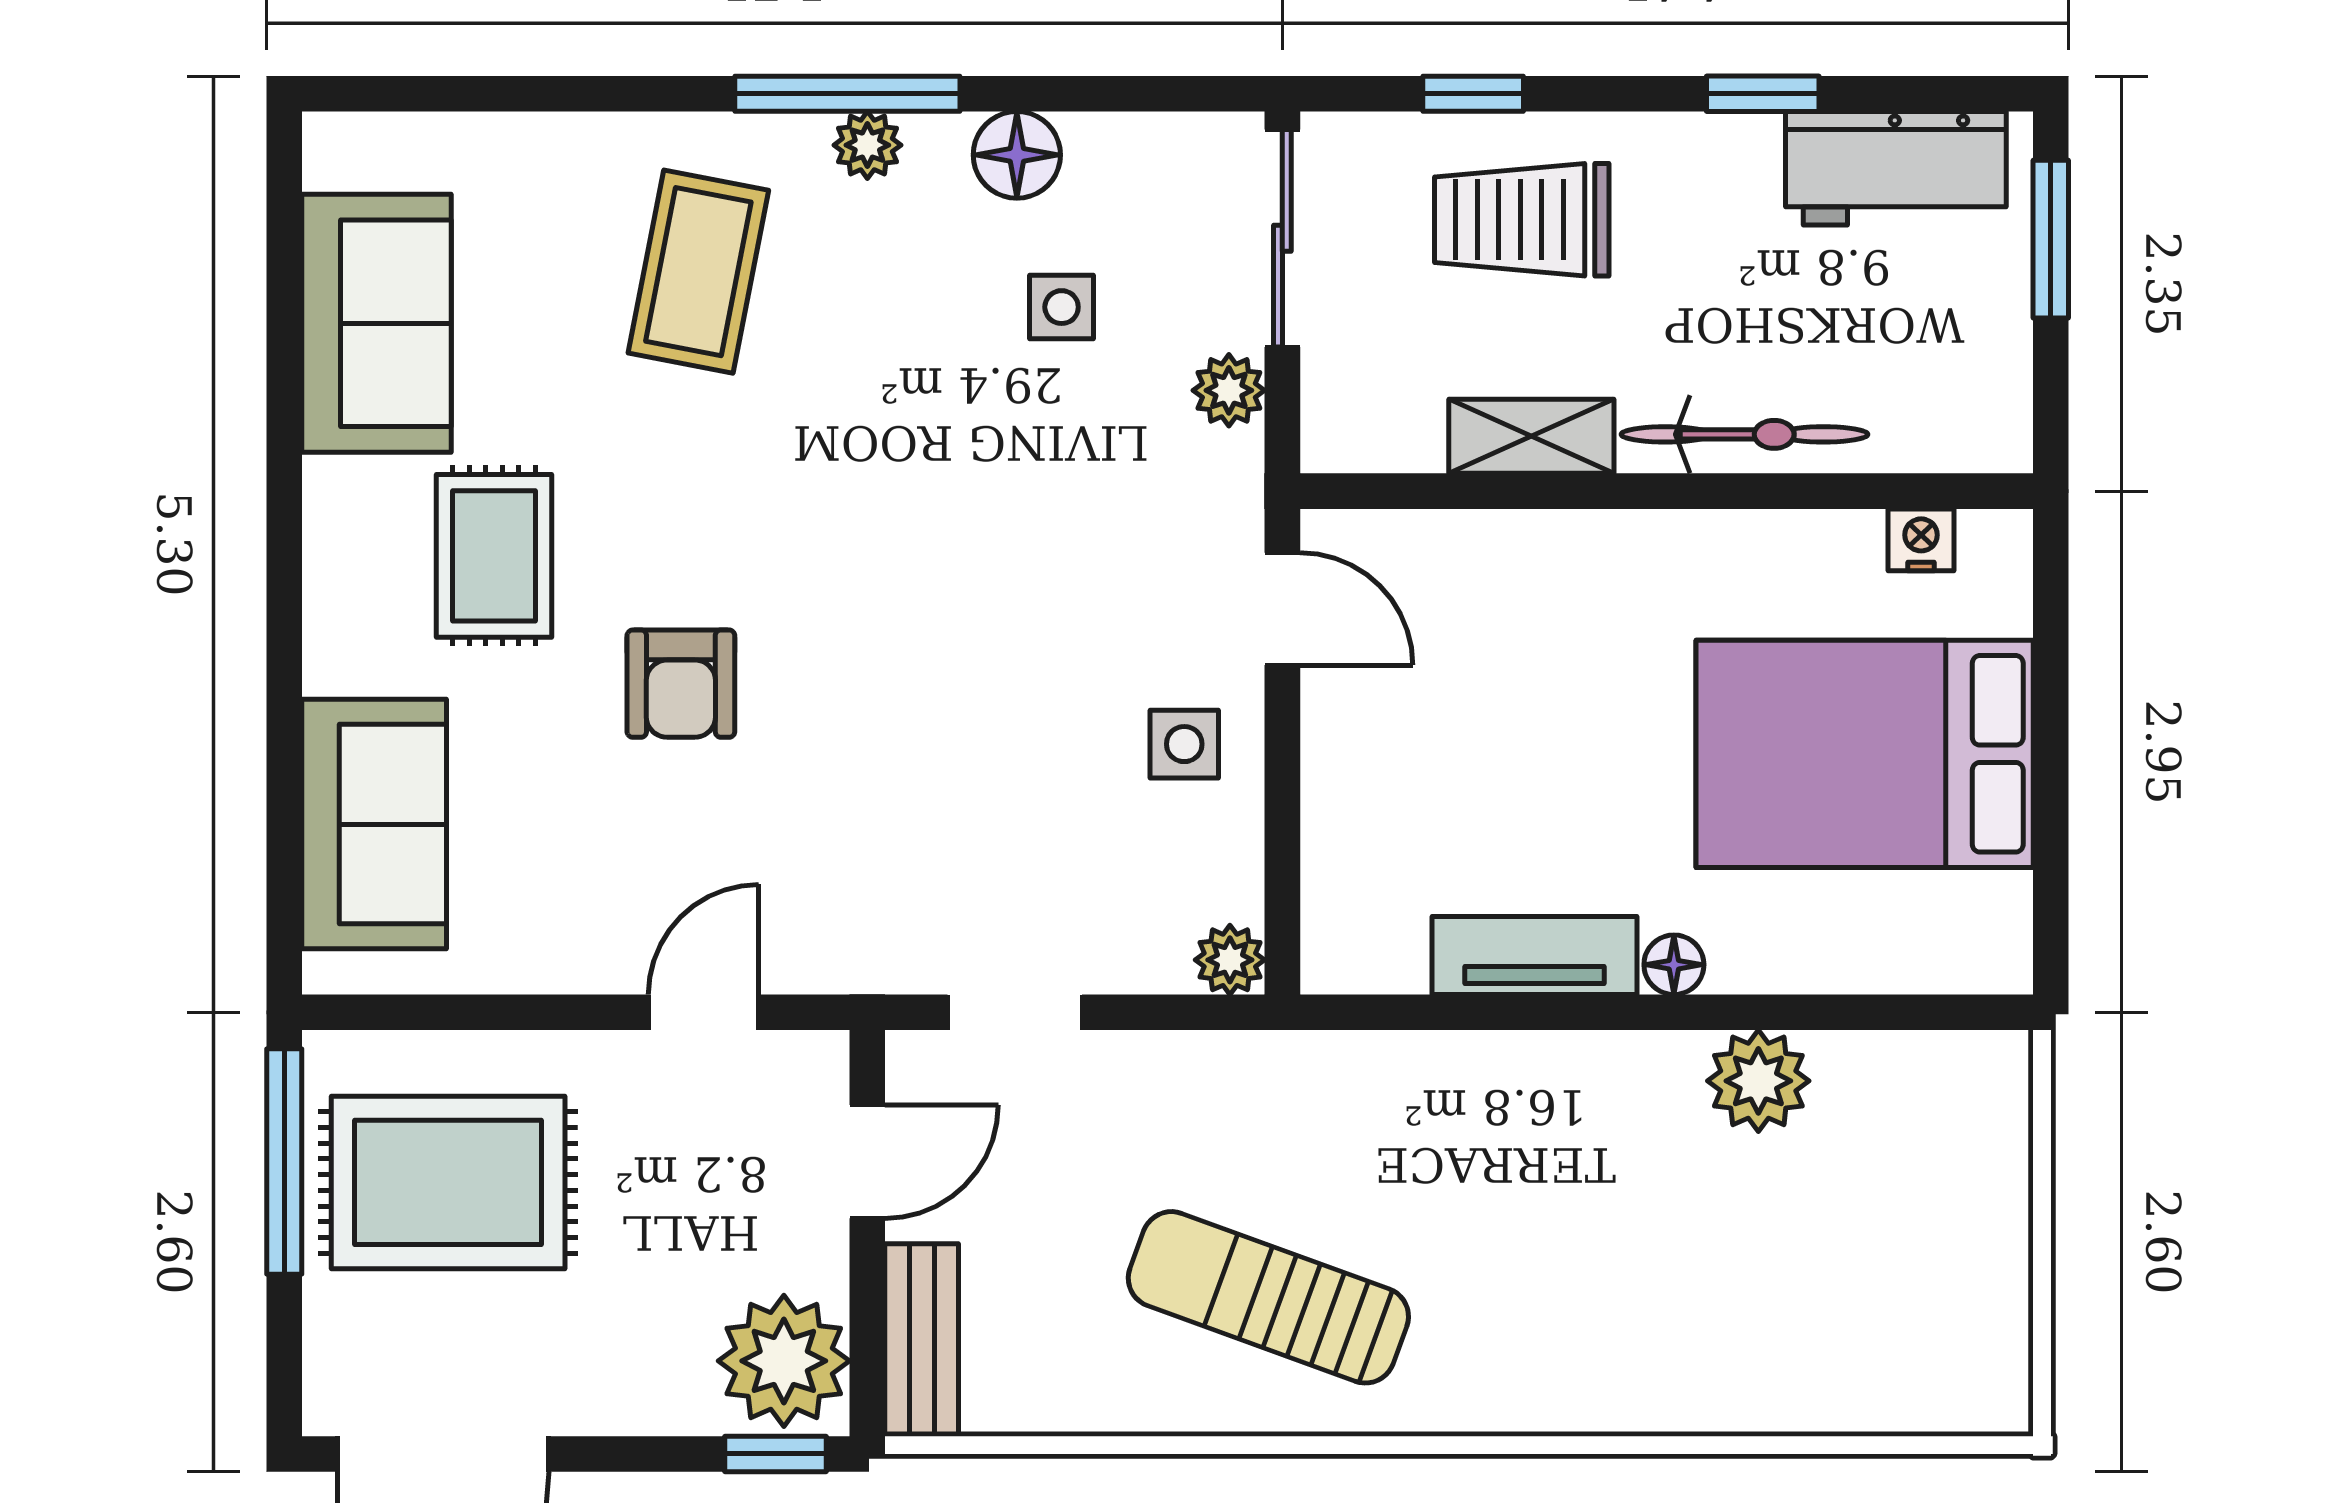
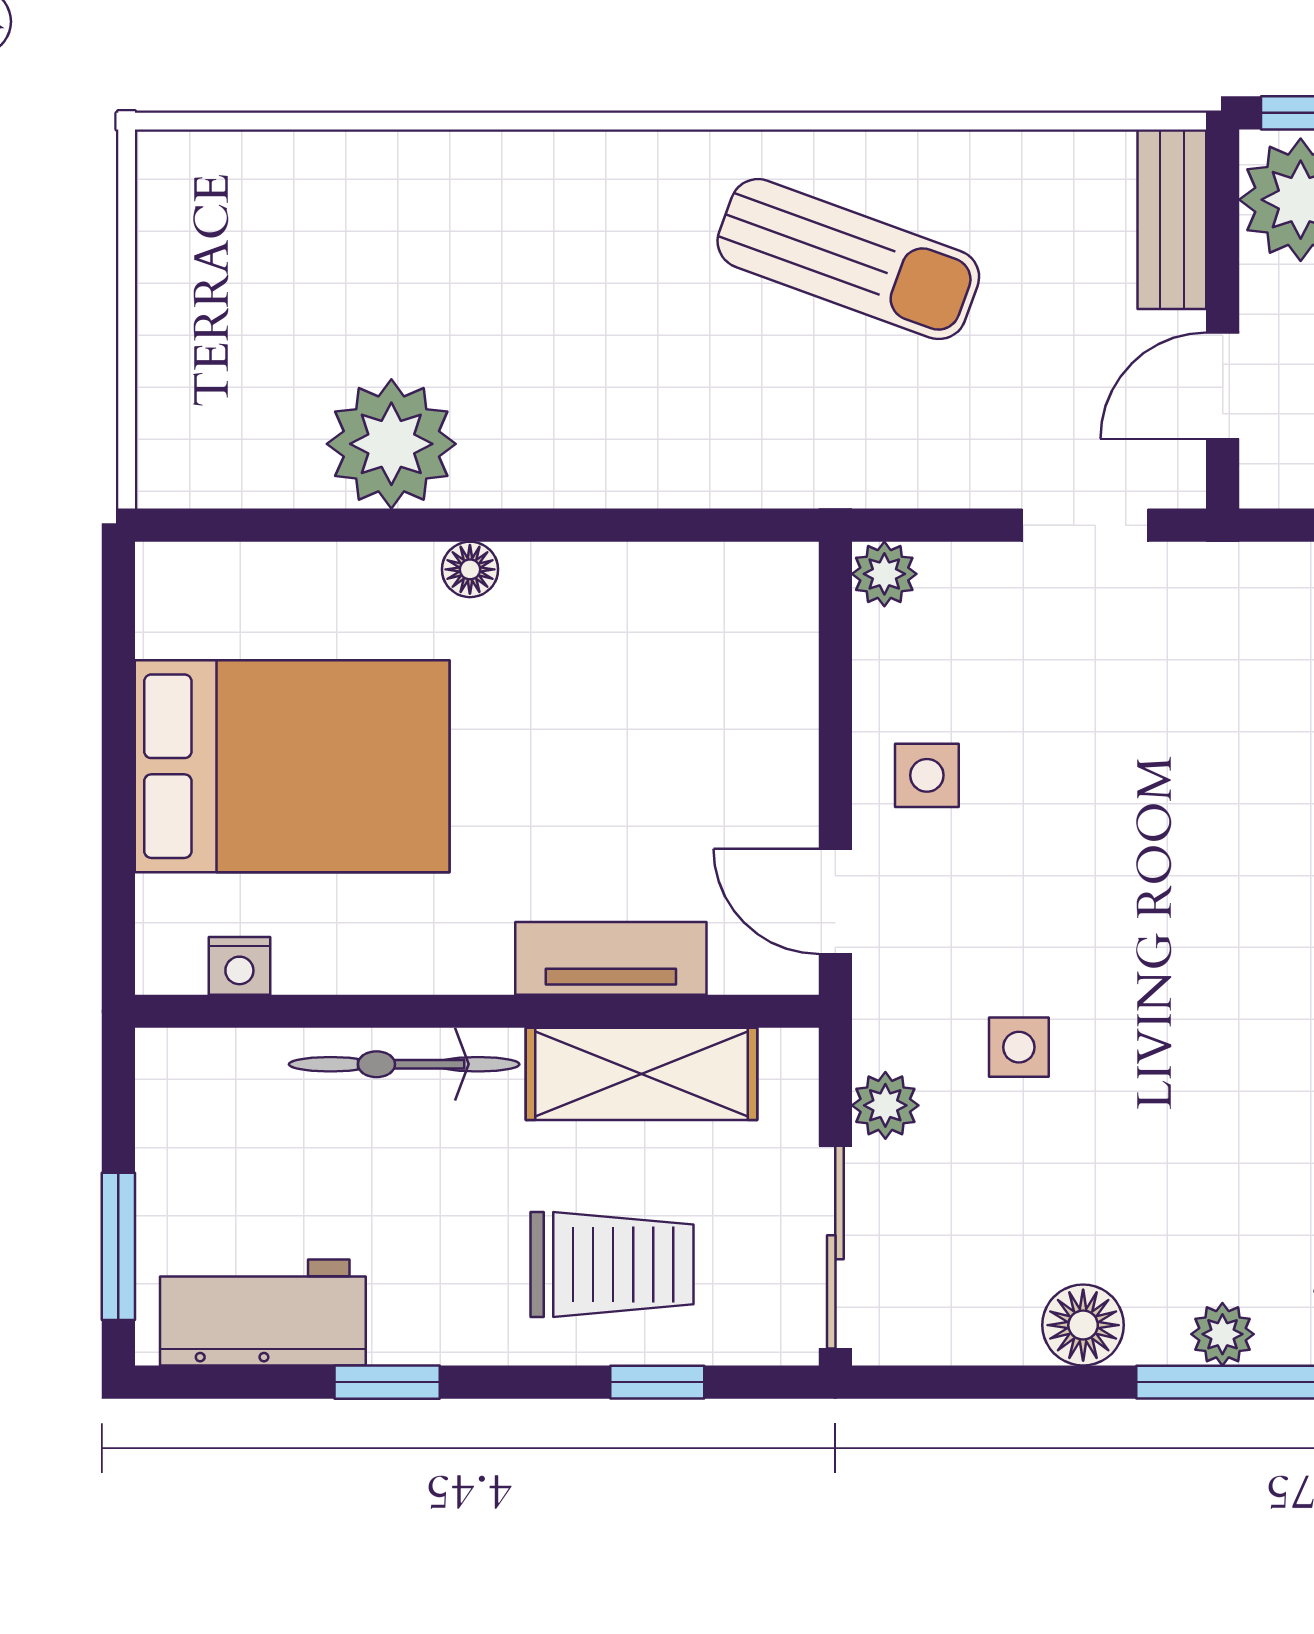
side table: (1062, 307) -> (1019, 1047), moved
shelving: (1531, 436) -> (642, 1074), width x1.50, depth x1.33
tv unit: (1535, 956) -> (611, 958), moved, turned 180
plant: (1758, 1081) -> (391, 444), width x1.36, depth x1.36

